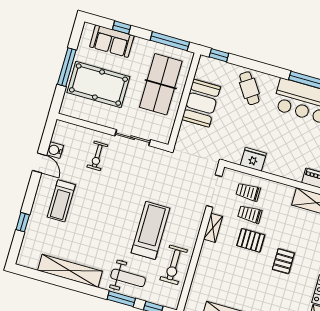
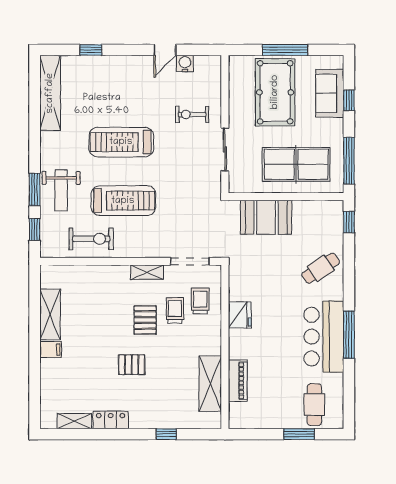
booth: (201, 103) -> (266, 217), moved
fridge: (253, 159) -> (240, 315), moved
treadmill: (61, 201) -> (121, 142), moved, width x1.37, depth x1.38
exercise bike: (174, 265) -> (91, 239), turned 180
shelving: (70, 271) -> (50, 93), moved

